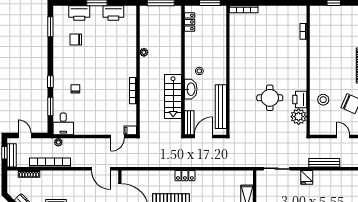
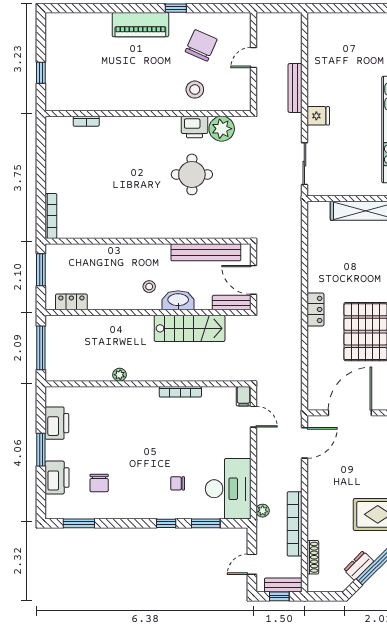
desk: (63, 124) -> (228, 489), width x1.87, depth x1.30

